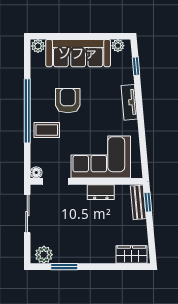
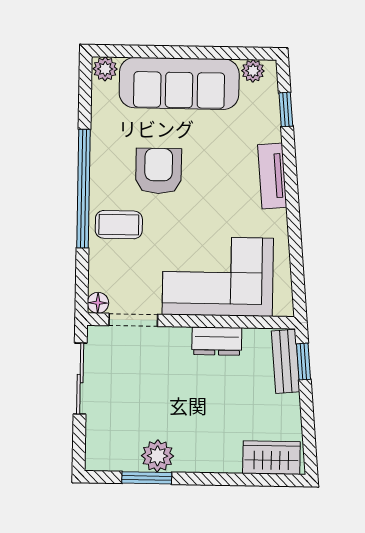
plant: (44, 255) -> (157, 456), moved

